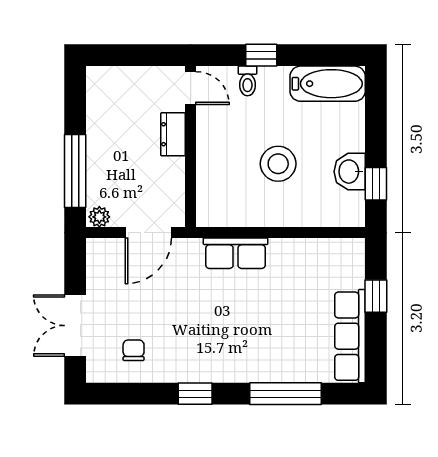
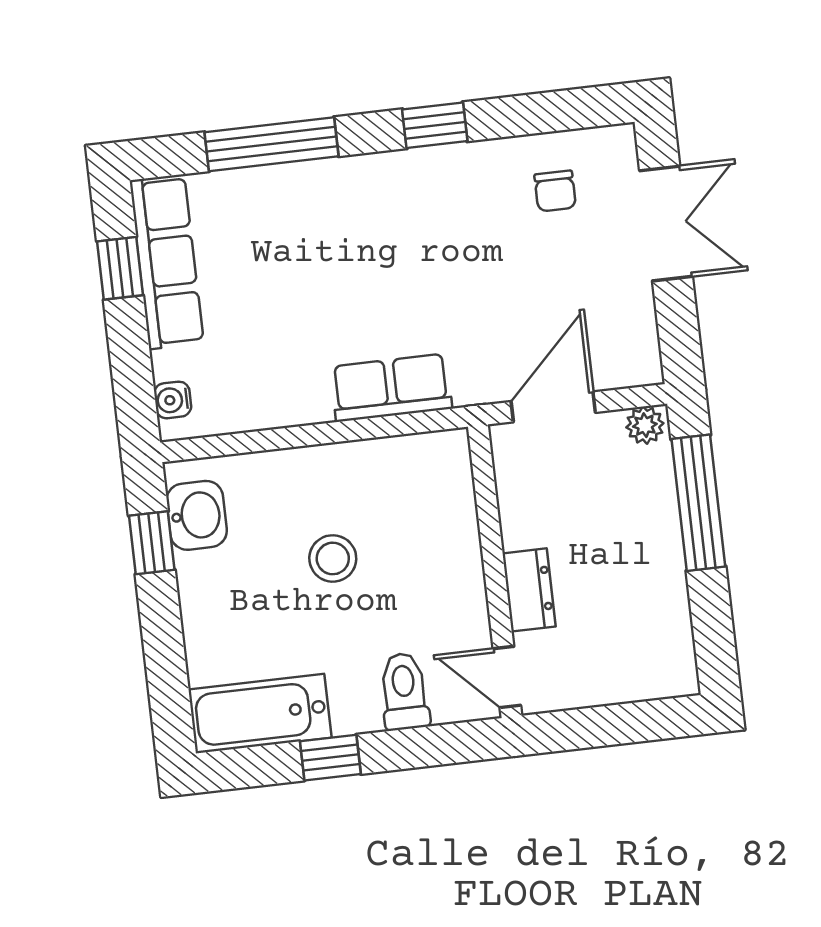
window: (261, 55) -> (330, 758), moved
toilet: (248, 81) -> (404, 691), width x1.37, depth x1.39
stool: (278, 164) -> (333, 558), width x0.73, depth x0.73
washbasin: (350, 172) -> (197, 515), moved
water cooler: (356, 260) -> (173, 400), added
window: (376, 296) -> (120, 268), moved

